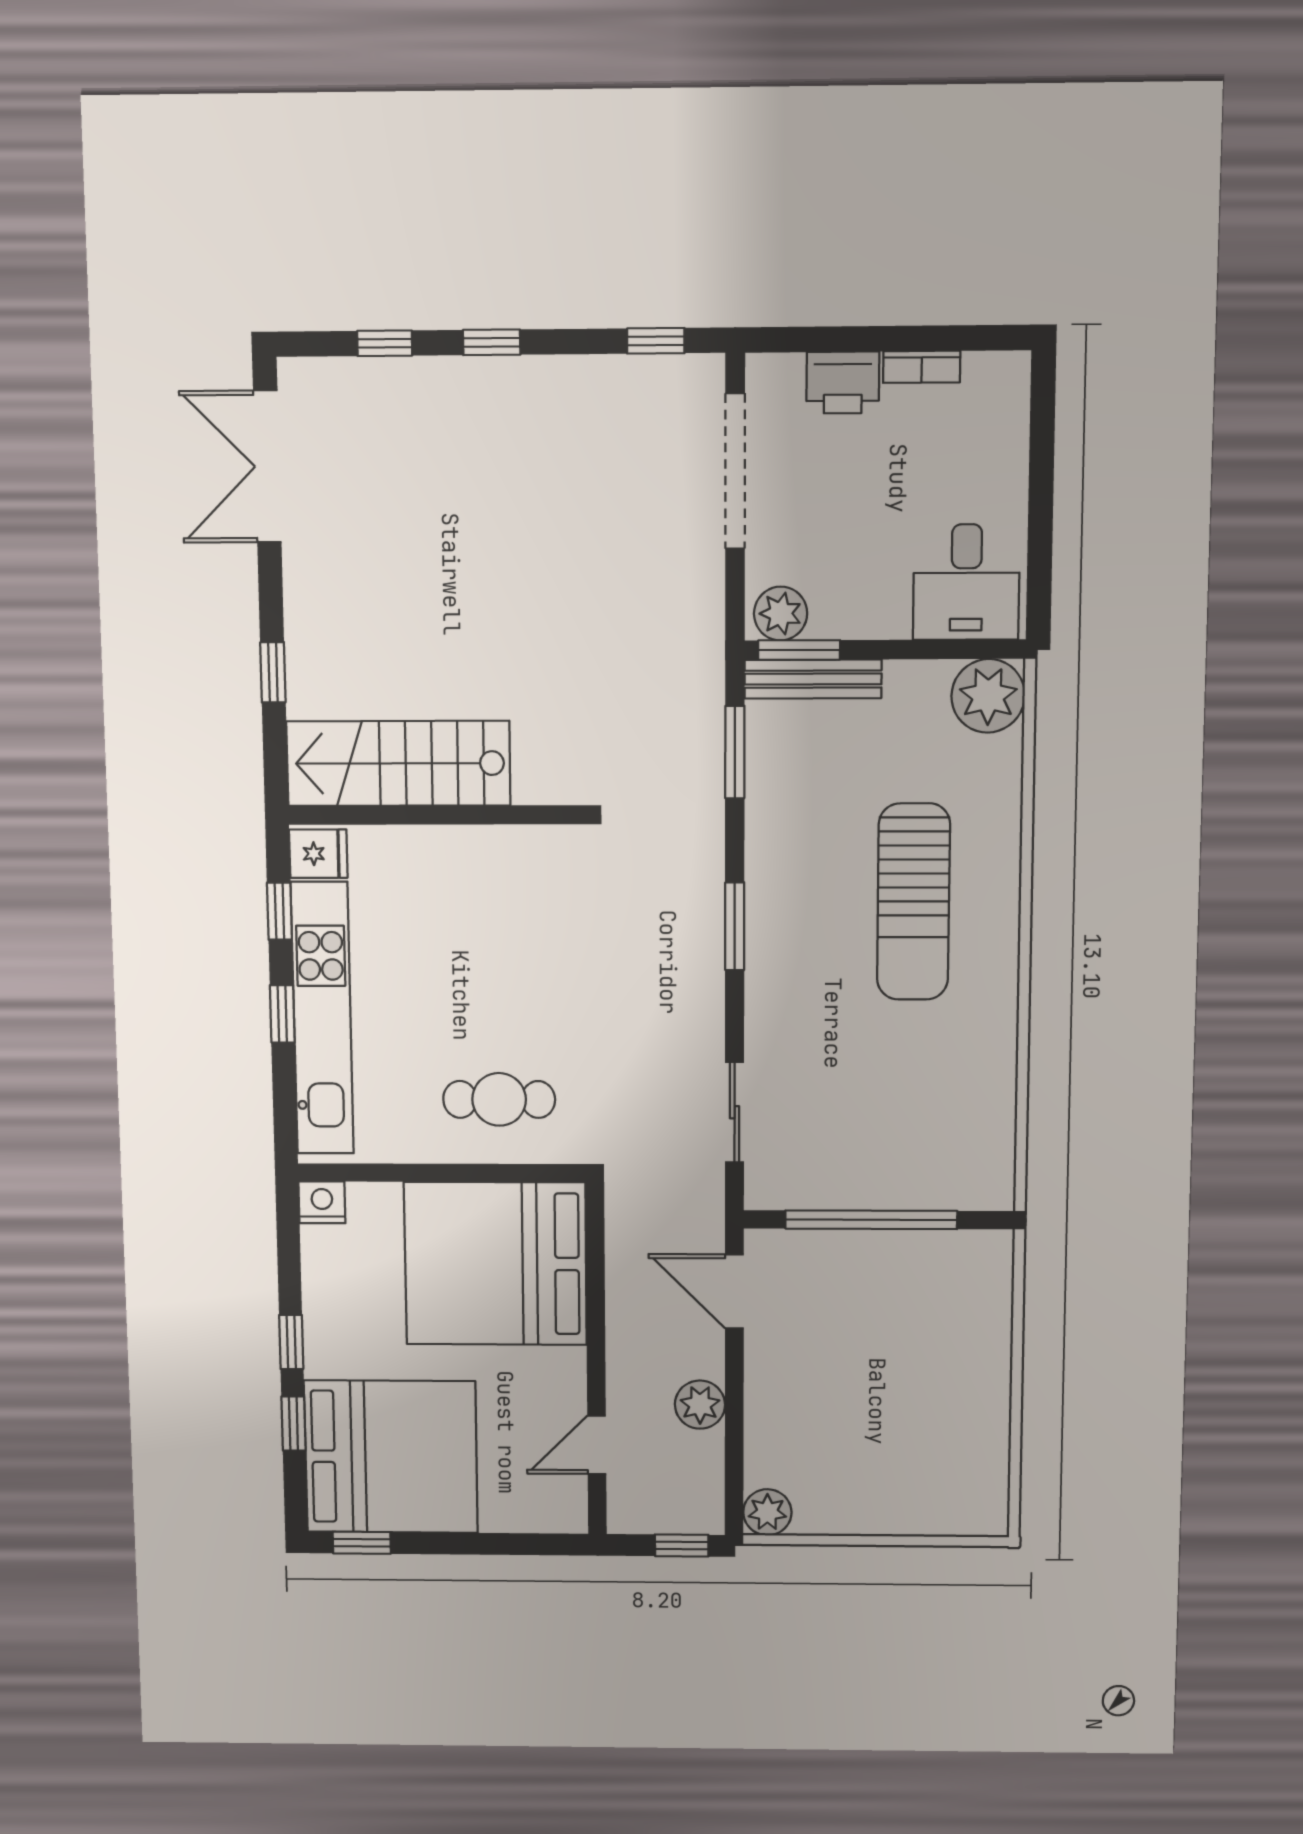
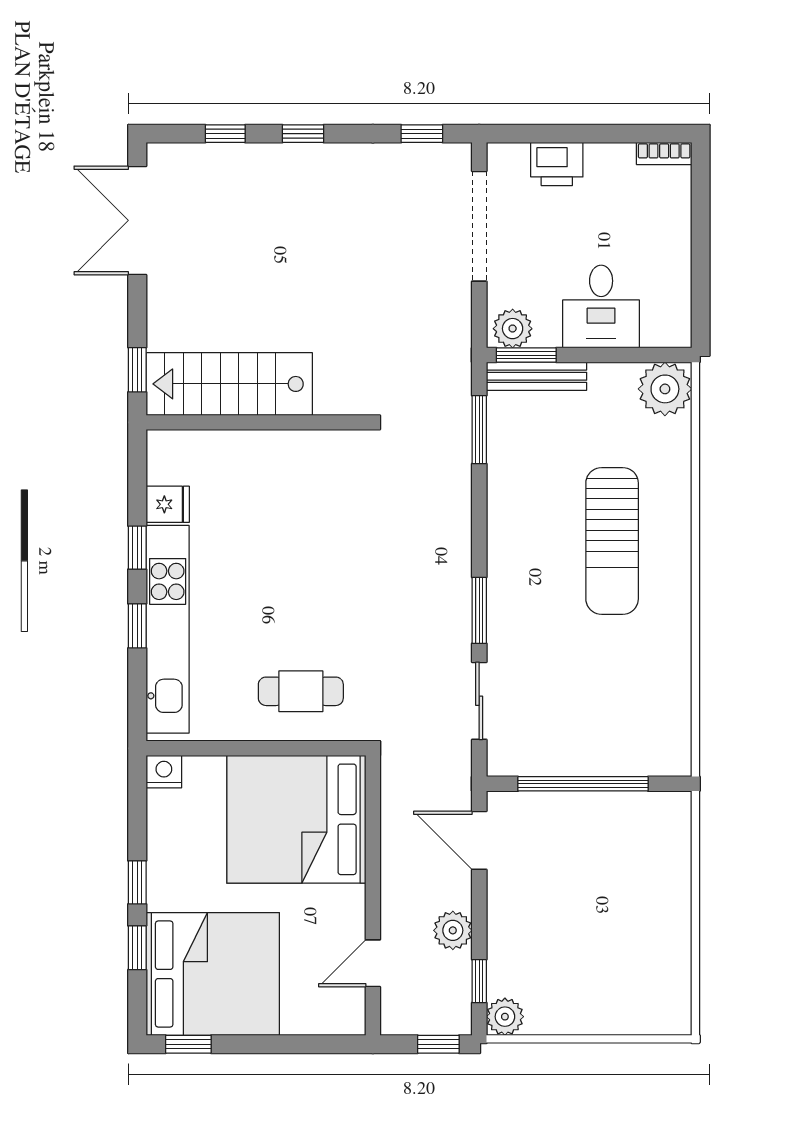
bookcase: (922, 367) -> (664, 154), moved
desk: (966, 582) -> (601, 307), moved
stairs: (398, 763) -> (229, 384), moved
wall: (435, 815) -> (256, 422), moved
window: (735, 926) -> (479, 610), moved
window: (734, 1468) -> (479, 981), added

